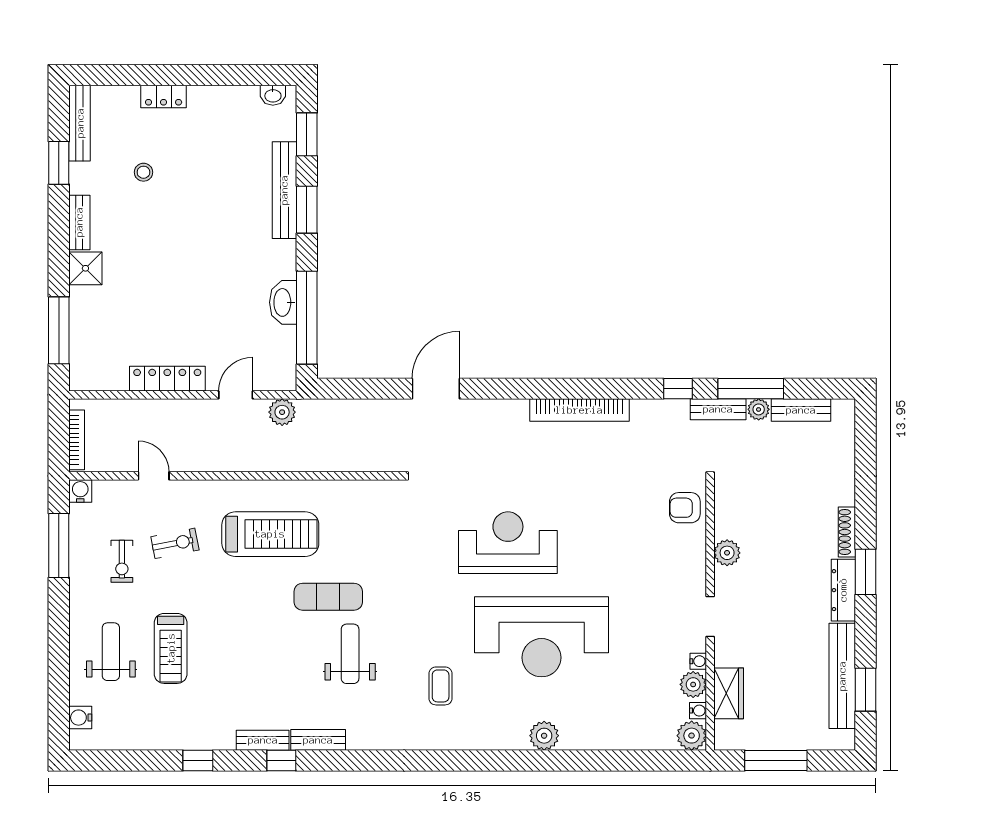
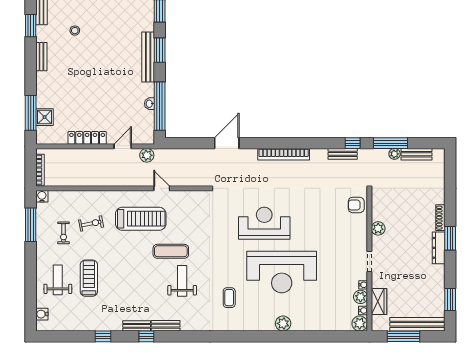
bench: (284, 190) -> (148, 57), moved
shower: (85, 268) -> (45, 117), moved
washbasin: (283, 302) -> (150, 104), width x0.52, depth x0.69
bench: (718, 409) -> (343, 154), moved
bookcase: (579, 410) -> (284, 154), moved
door: (154, 476) -> (162, 188), moved
treadmill: (171, 648) -> (89, 278), turned 180
bench: (842, 676) -> (417, 324), moved, turned 90

